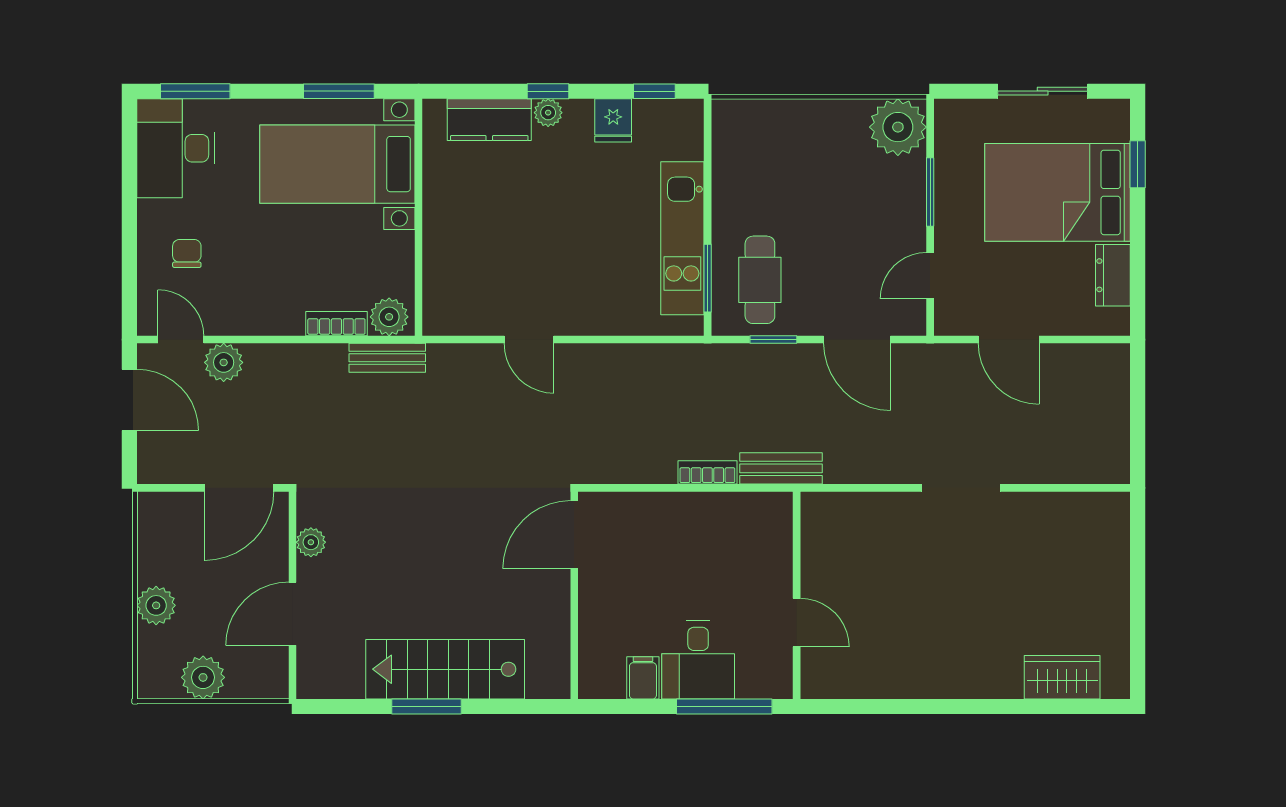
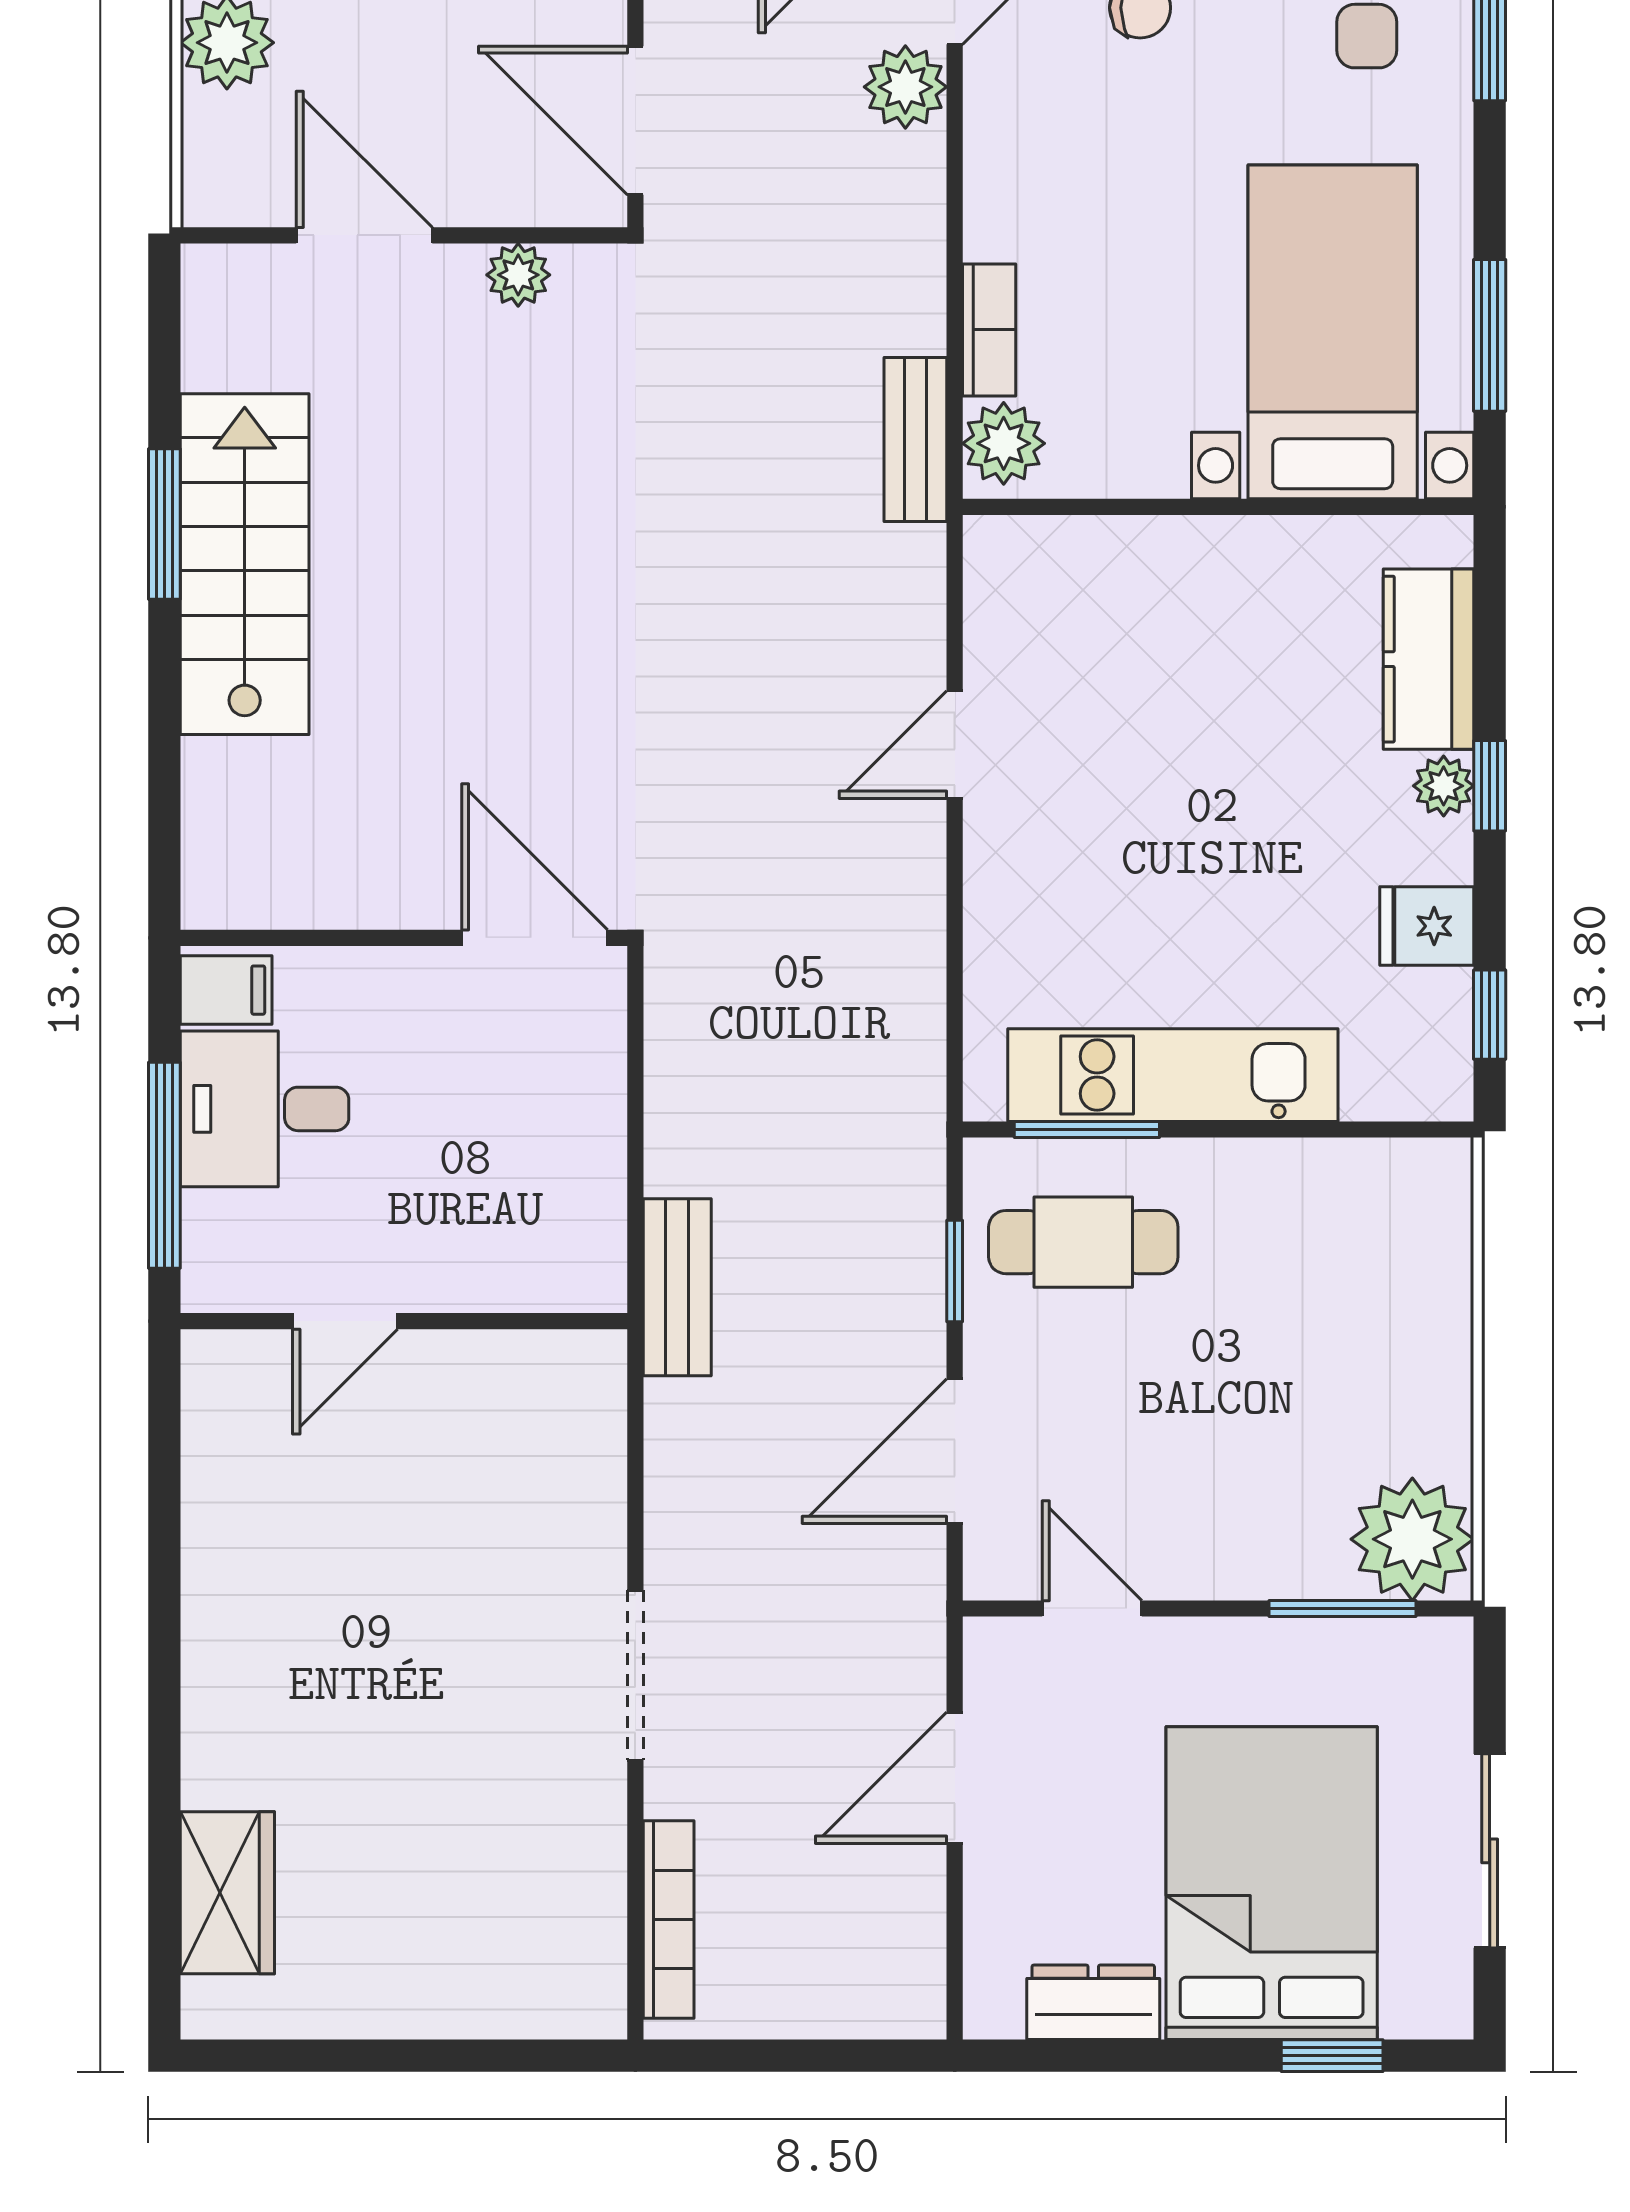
window: (930, 192) -> (1342, 1609), moved
bookcase: (707, 472) -> (669, 1920), moved, width x1.56
door: (574, 535) -> (535, 938), moved
wall: (574, 595) -> (404, 938), moved

